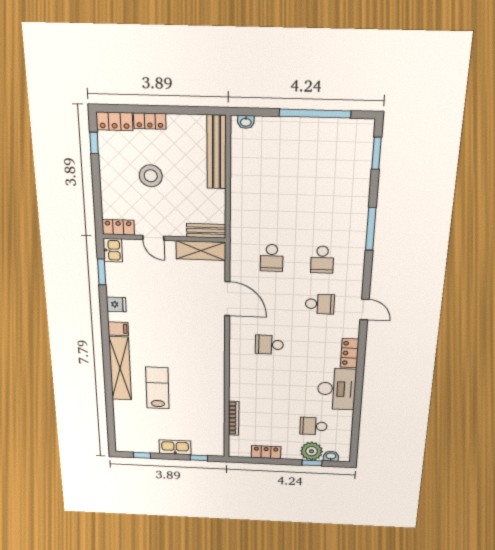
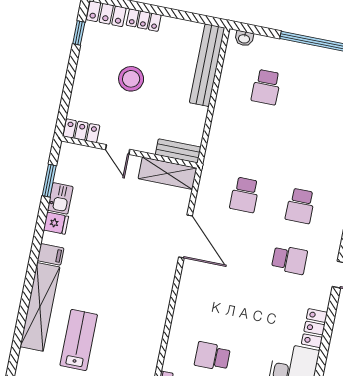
school desk: (274, 163) -> (266, 87), added
kitchen sink: (113, 250) -> (60, 198), moved
school desk: (269, 345) -> (212, 356), moved

